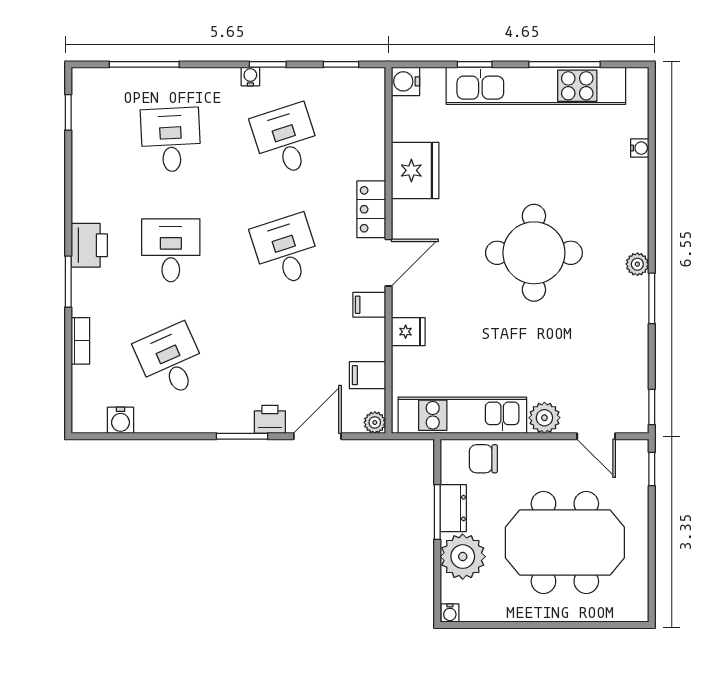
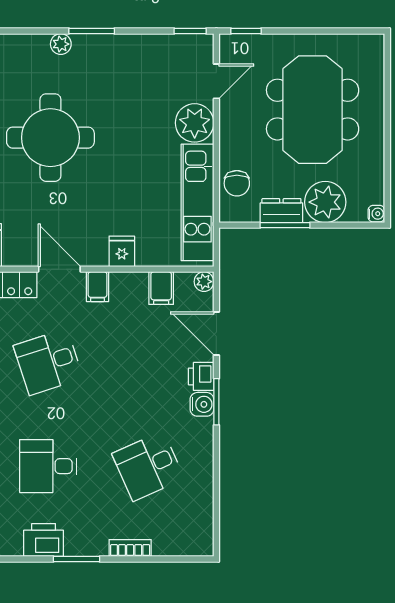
plant: (544, 418) -> (195, 123), width x1.36, depth x1.36
water cooler: (121, 420) -> (202, 404), moved

